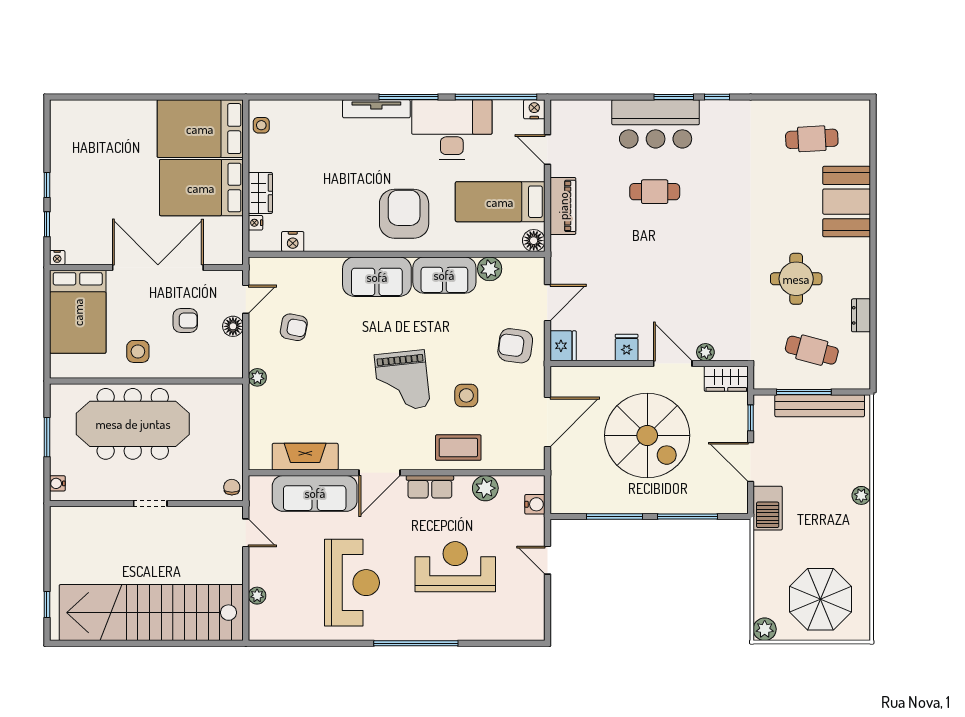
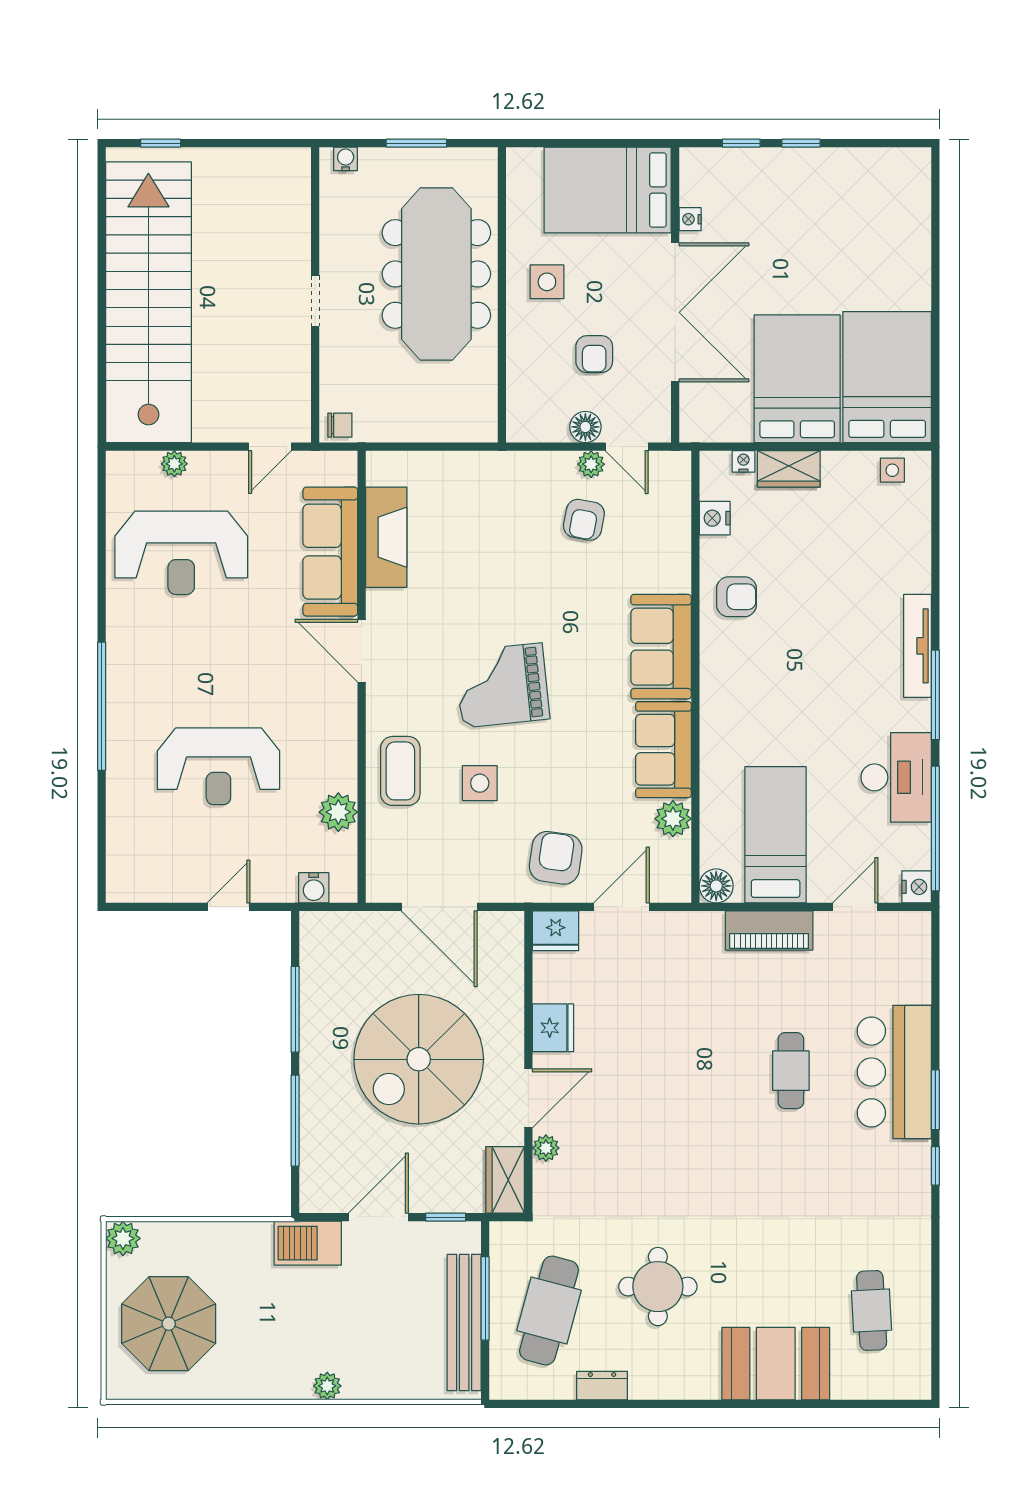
desk: (452, 130) -> (896, 777), width x0.73, depth x0.77
armchair: (404, 214) -> (736, 597), moved, width x0.53, depth x0.53
nightstand: (57, 258) -> (690, 219), moved
door: (547, 303) -> (621, 907), swing flipped
fridge: (627, 347) -> (553, 1028), width x1.38
cafe table: (812, 350) -> (549, 1310), width x1.37, depth x1.35
plant: (257, 377) -> (591, 464), moved
row of seats: (430, 487) -> (340, 728), removed
reception desk: (455, 567) -> (218, 766), turned 90
reception desk: (352, 583) -> (181, 553), moved

